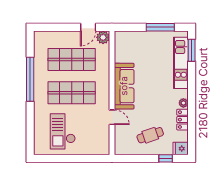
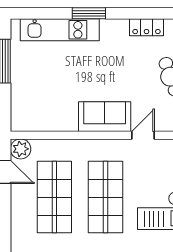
window: (192, 50) -> (89, 13), moved
sofa: (124, 86) -> (105, 117), width x0.73
plant: (183, 103) -> (121, 26), removed

